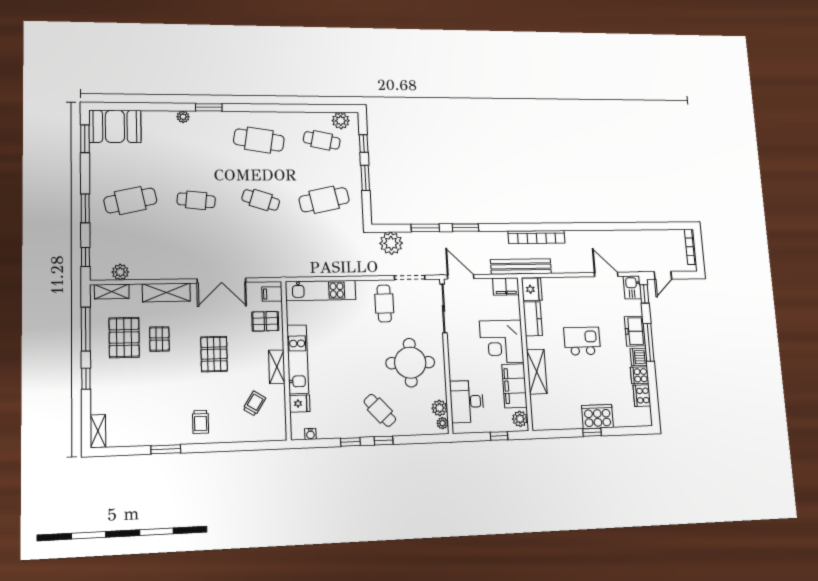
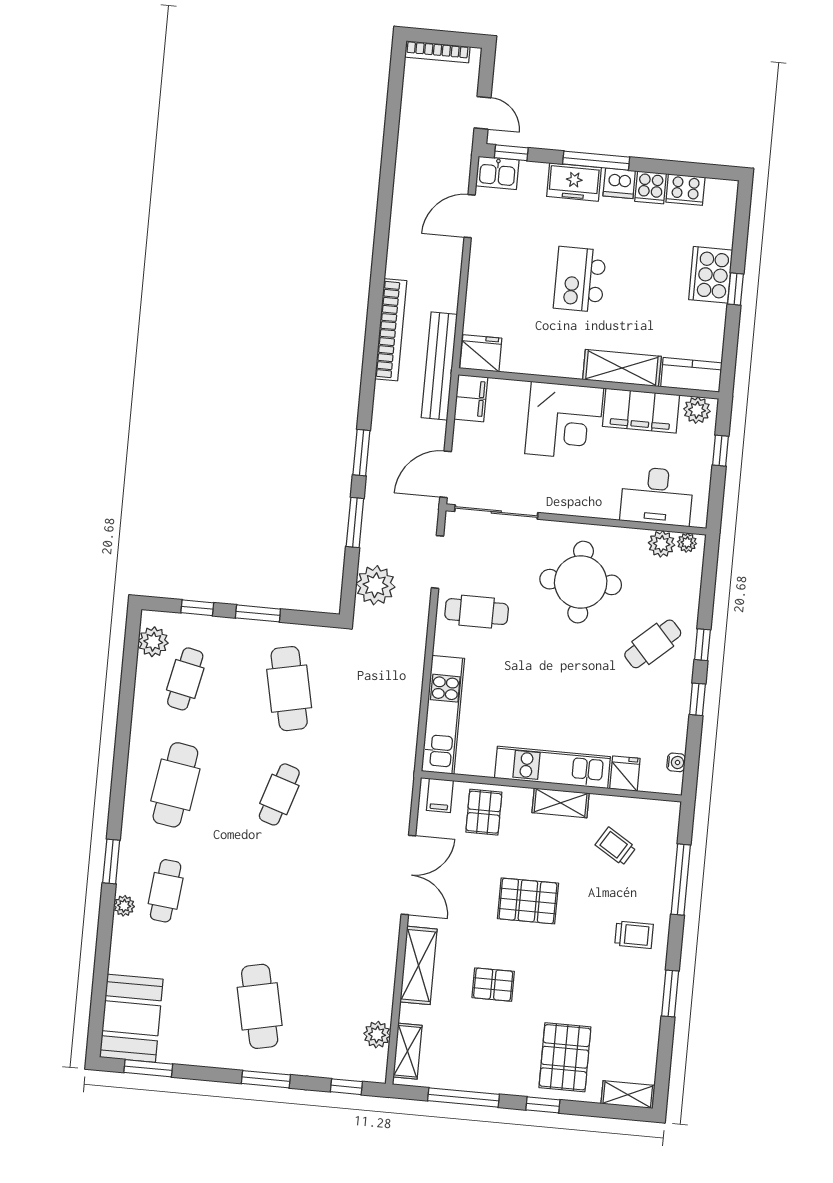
cafe table: (196, 200) -> (166, 891), moved
kitchen counter: (533, 319) -> (691, 375), moved
pallet: (124, 338) -> (565, 1057), moved, turned 90
window: (239, 446) -> (681, 880), added

